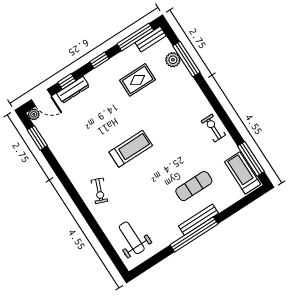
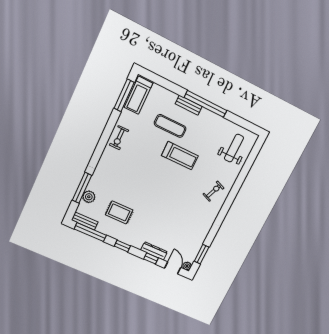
treadmill: (131, 149) -> (180, 156), moved, turned 180
bench: (198, 220) -> (189, 105), width x0.73
weight bench: (132, 238) -> (234, 148), turned 180

